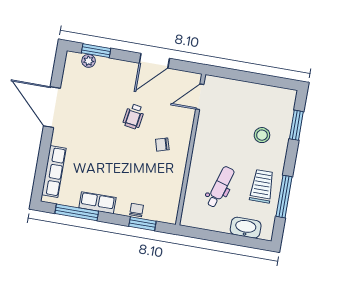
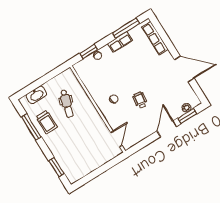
door: (154, 61) -> (167, 129), moved
stool: (262, 135) -> (69, 147), removed

